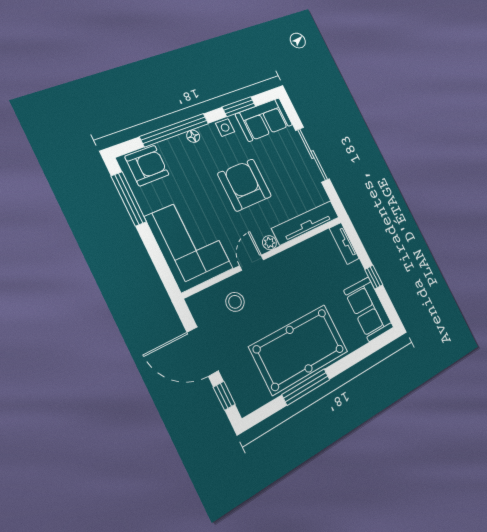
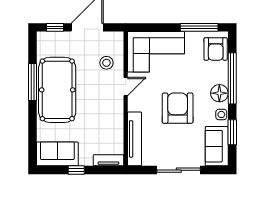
floor lamp: (193, 136) -> (219, 93), width x1.89, depth x1.89
armchair: (245, 185) -> (178, 108), turned -90
plant: (269, 243) -> (133, 106), removed
door: (252, 263) -> (126, 86), hinge flipped

